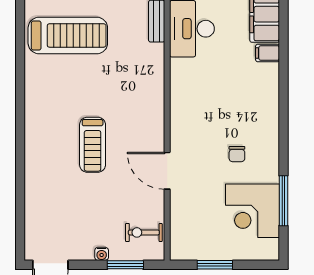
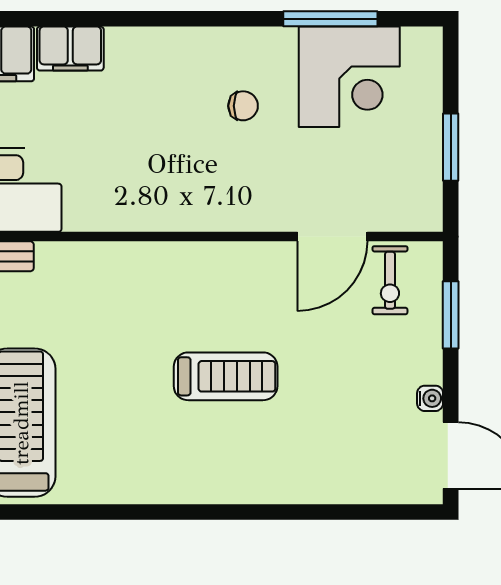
filing cabinet: (267, 53) -> (70, 49), width x2.00
door: (167, 171) -> (332, 237), moved
water cooler: (102, 254) -> (430, 398), moved

